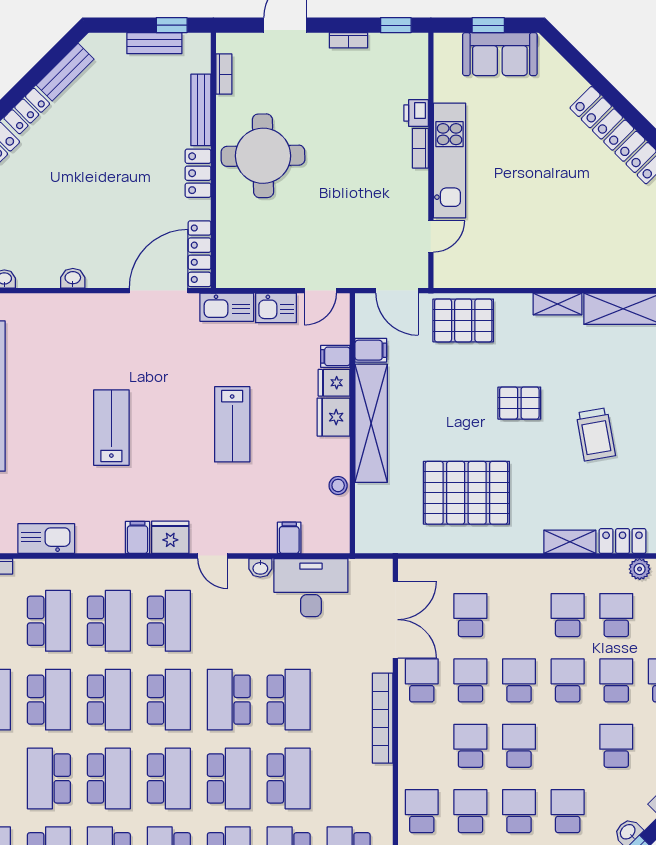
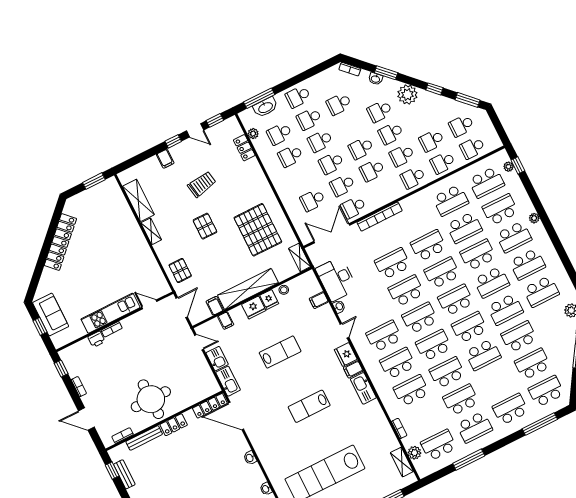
pallet: (463, 320) -> (180, 271), width x0.67, depth x0.71
fridge: (334, 383) -> (269, 299), moved
kitchen sink: (46, 539) -> (363, 388), moved
shelving: (570, 542) -> (300, 257), moved
school desk: (229, 700) -> (406, 291), turned 180

